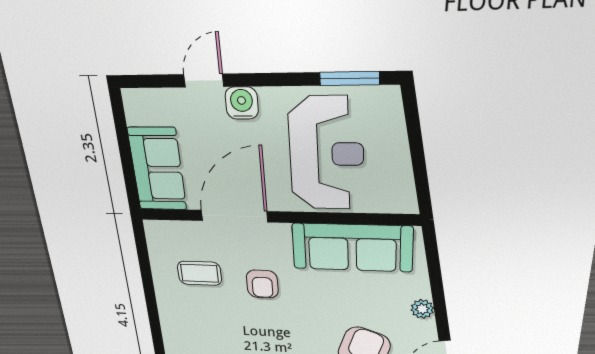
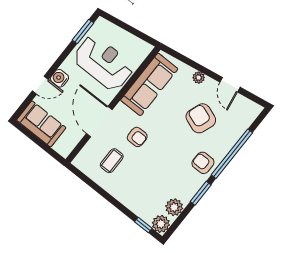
door: (204, 81) -> (40, 85), swing flipped
sofa: (157, 169) -> (41, 124), moved

